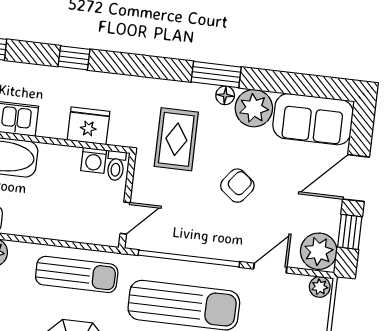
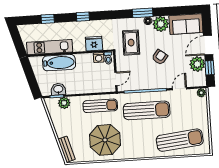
plant: (319, 251) -> (197, 64), moved

